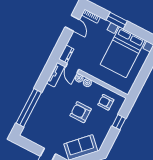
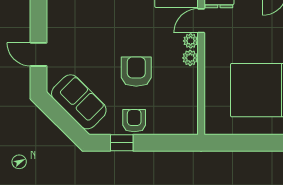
armchair: (106, 102) -> (134, 121), moved
window: (119, 122) -> (122, 143), moved

